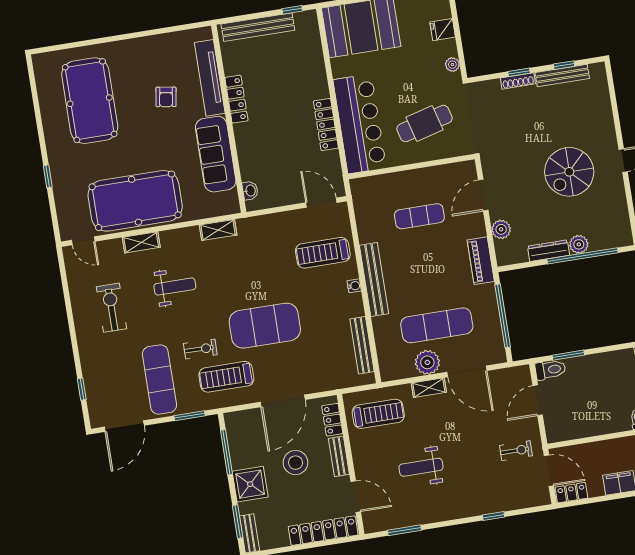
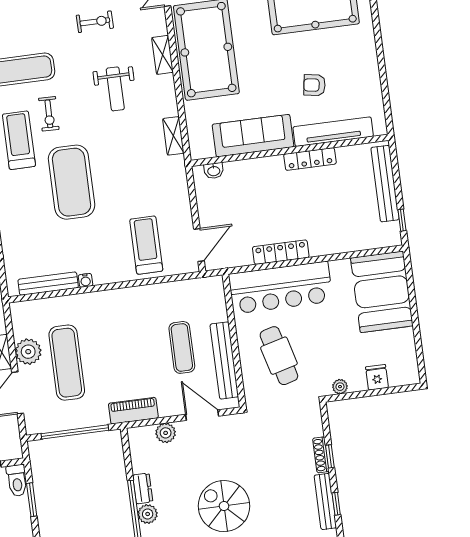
dresser: (549, 251) -> (143, 488), width x0.70
bench: (374, 279) -> (224, 360), moved, turned 90
water cooler: (354, 286) -> (85, 280), moved
exercise bike: (111, 308) -> (95, 22), width x0.73, depth x0.72

